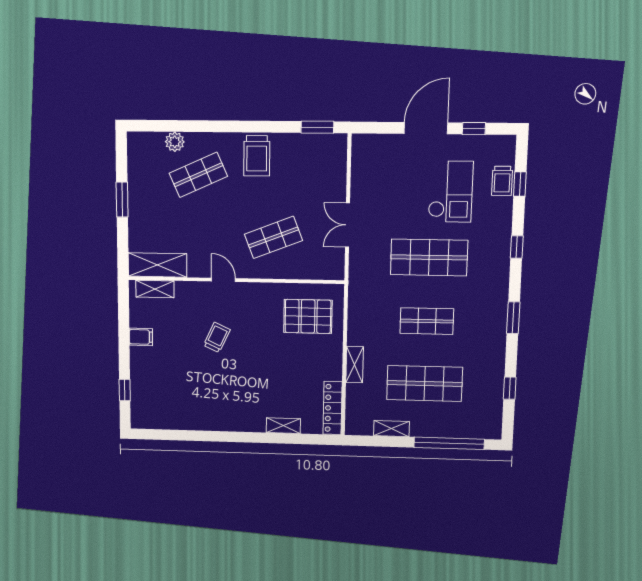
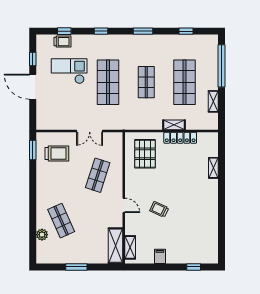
trolley: (257, 156) -> (57, 154), moved
shop shelf: (273, 237) -> (98, 175), turned 39
door: (223, 280) -> (124, 205), swing flipped
locker: (333, 408) -> (180, 138), moved

